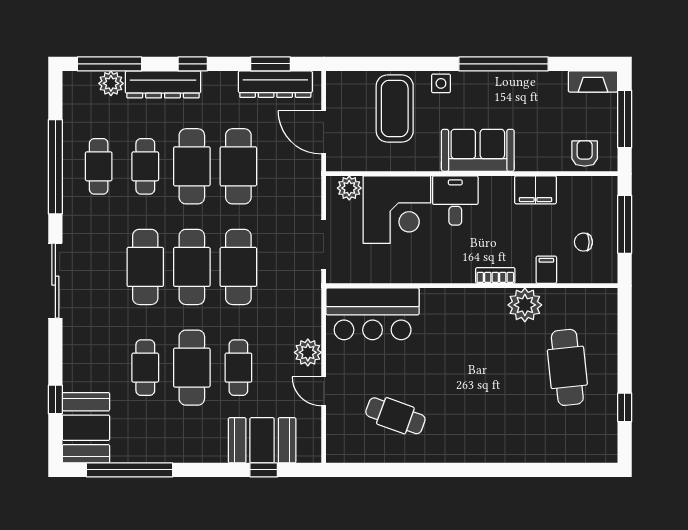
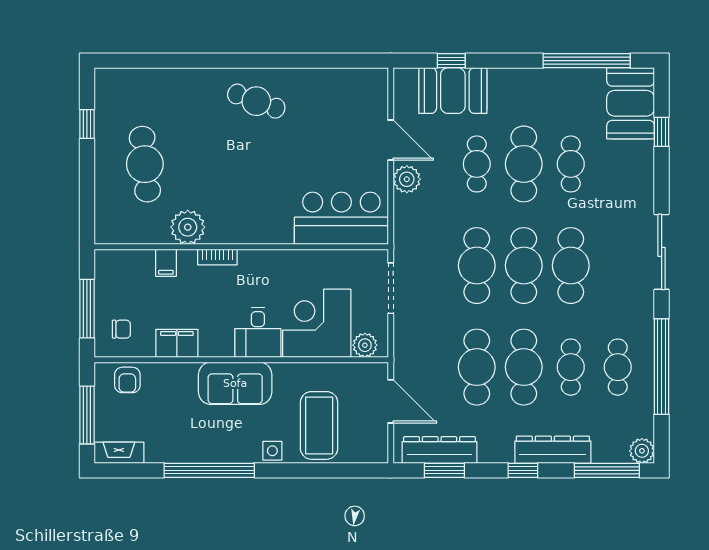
plant: (111, 83) -> (642, 451), moved
chair: (583, 242) -> (121, 329), moved
door: (324, 391) -> (391, 140), width x1.38
cafe table: (395, 416) -> (256, 101), moved

